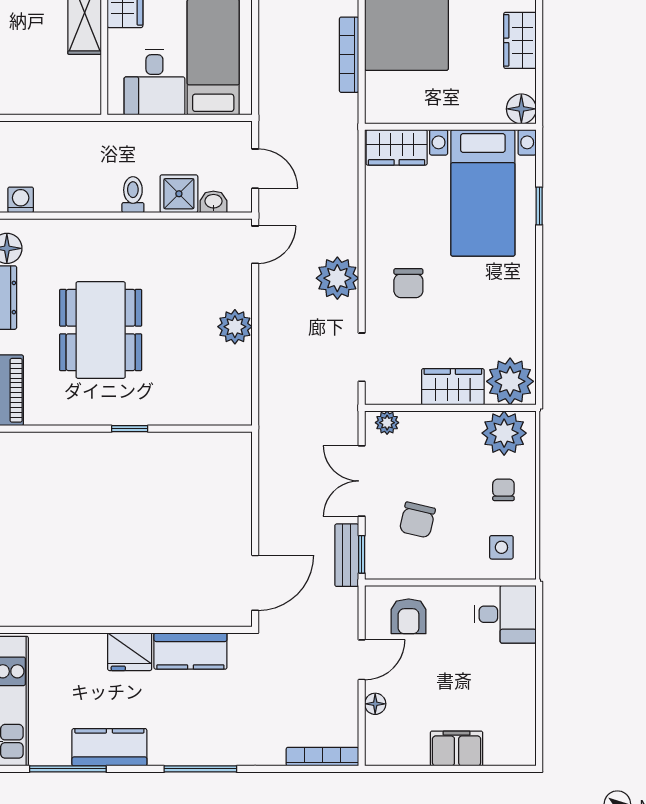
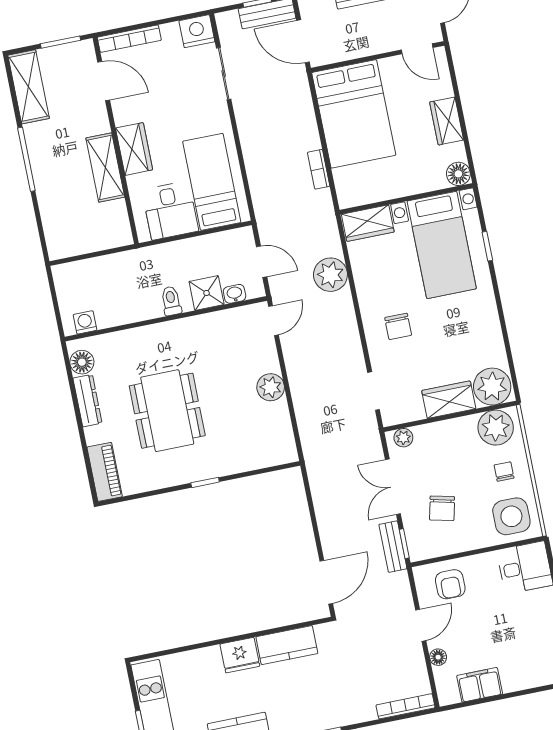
bookcase: (349, 55) -> (319, 169), width x0.64
plant: (337, 278) -> (330, 275), moved
side table: (501, 547) -> (511, 516), width x1.87, depth x1.87
filing cabinet: (457, 748) -> (480, 685), moved

